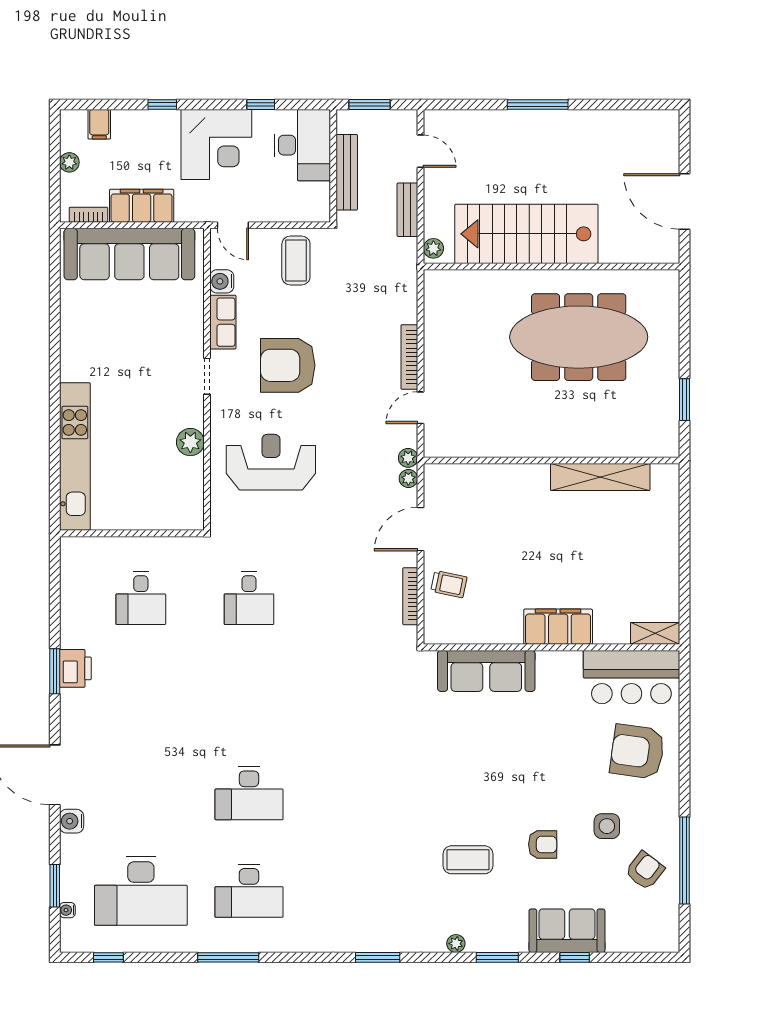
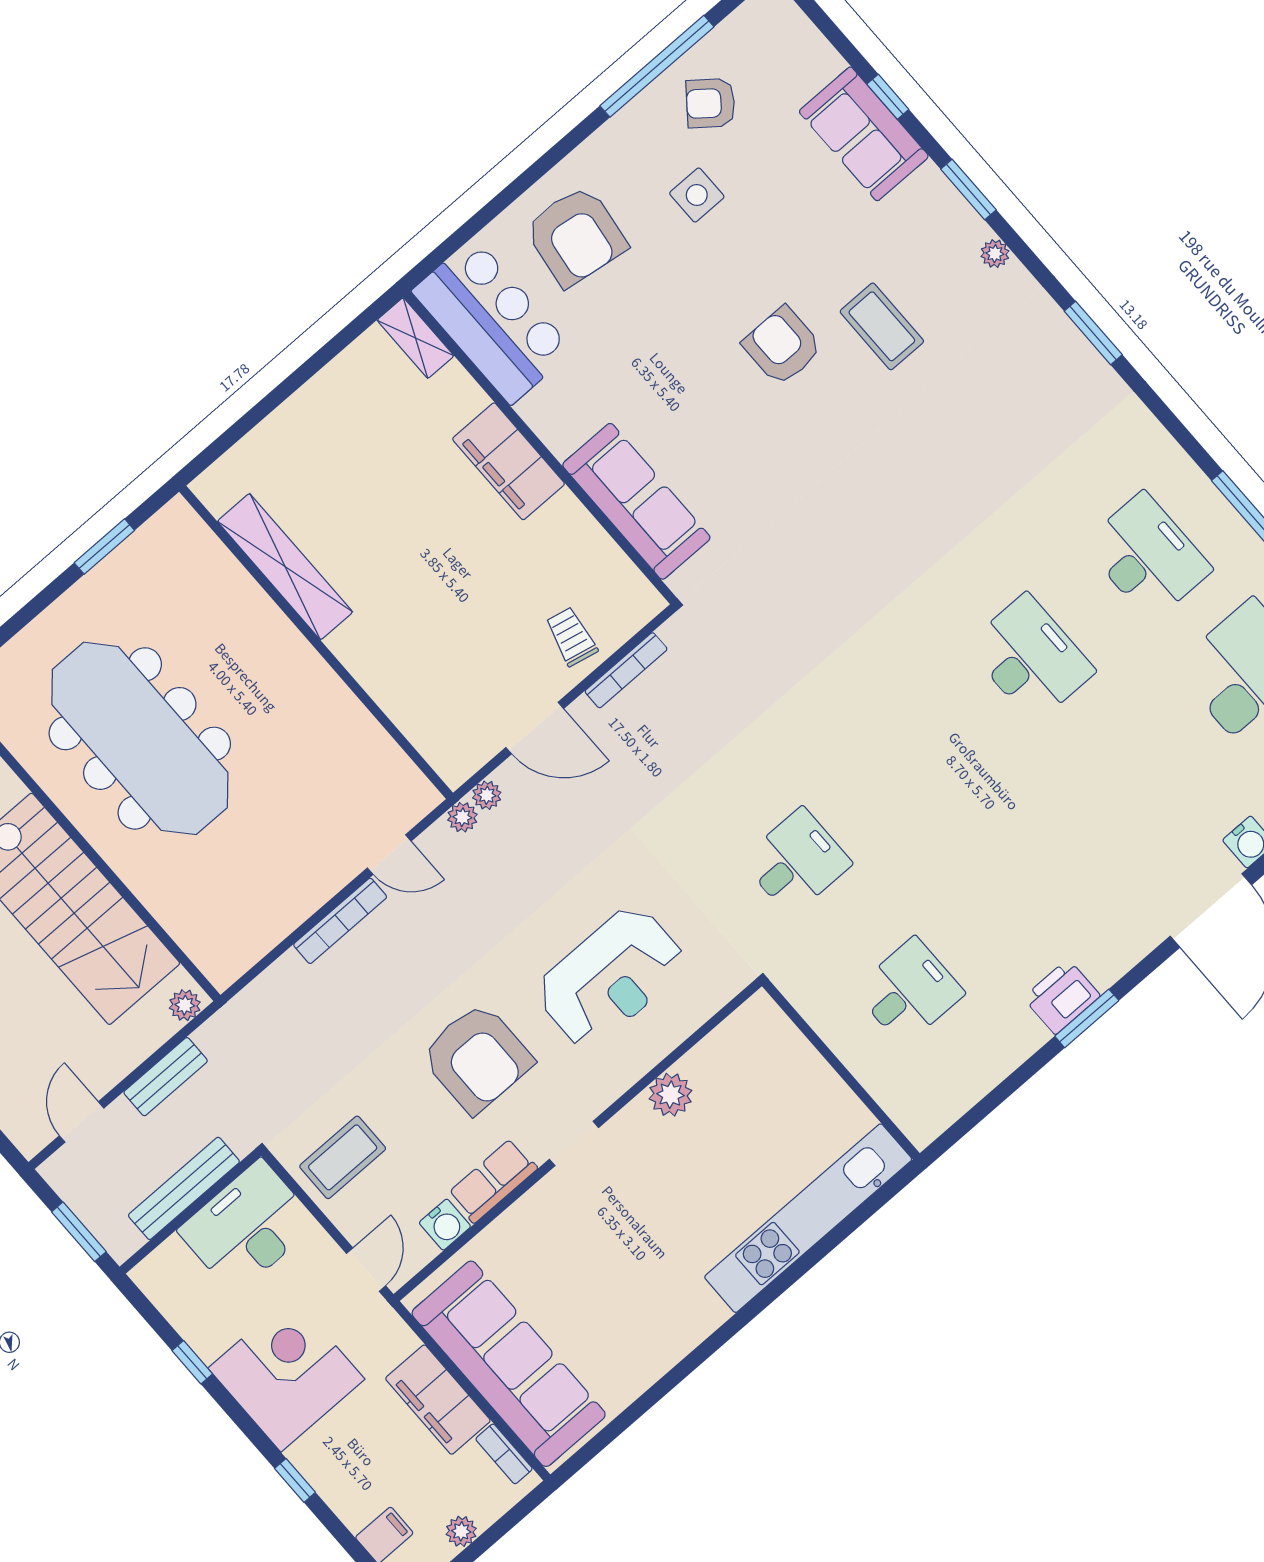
desk: (302, 145) -> (248, 1227), moved
reception desk: (271, 462) -> (611, 977), turned -90
armchair: (543, 844) -> (782, 346), moved, width x1.38, depth x1.38

